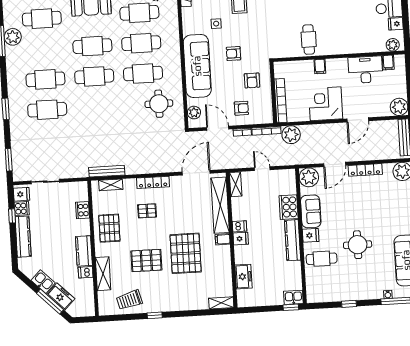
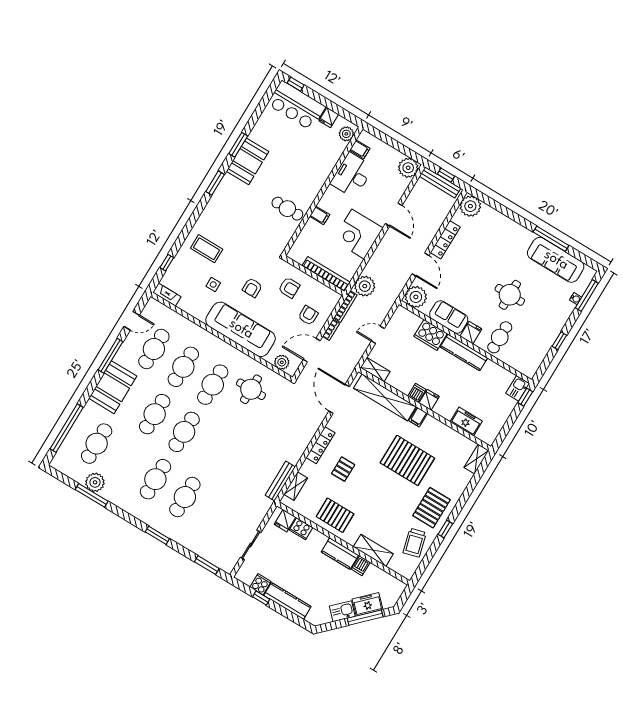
fridge: (21, 194) -> (285, 521), moved, turned 180
pallet: (146, 260) -> (431, 508), moved

